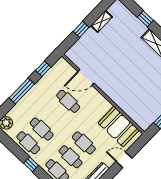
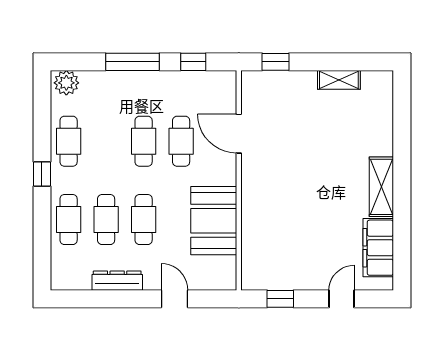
window: (145, 19) -> (402, 138), removed
window: (81, 29) -> (276, 62), moved
booth: (119, 127) -> (214, 221), moved
cafe table: (42, 129) -> (144, 141), moved

